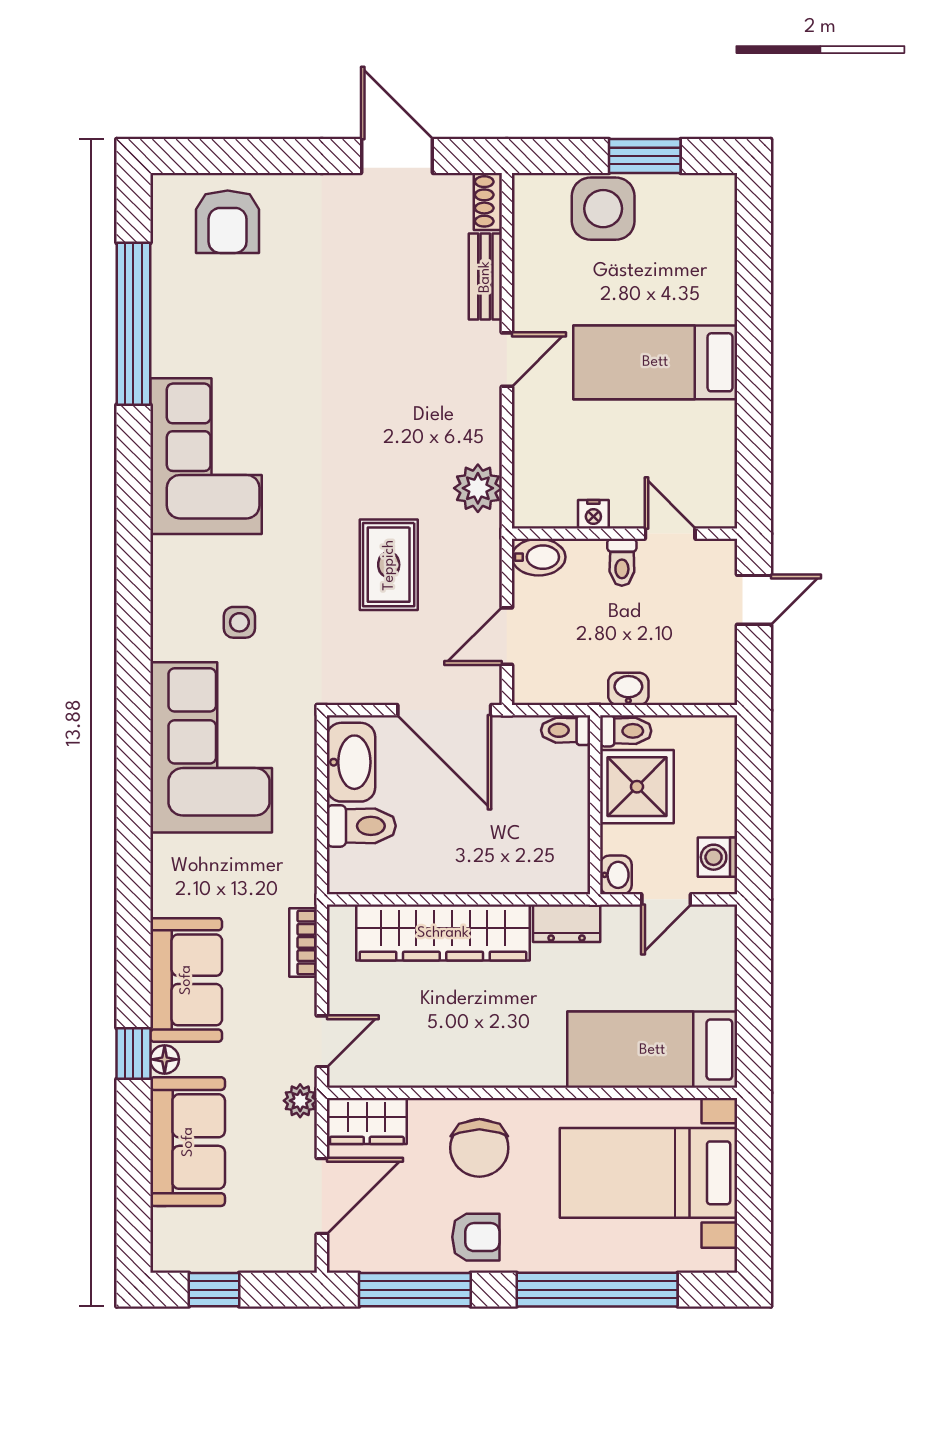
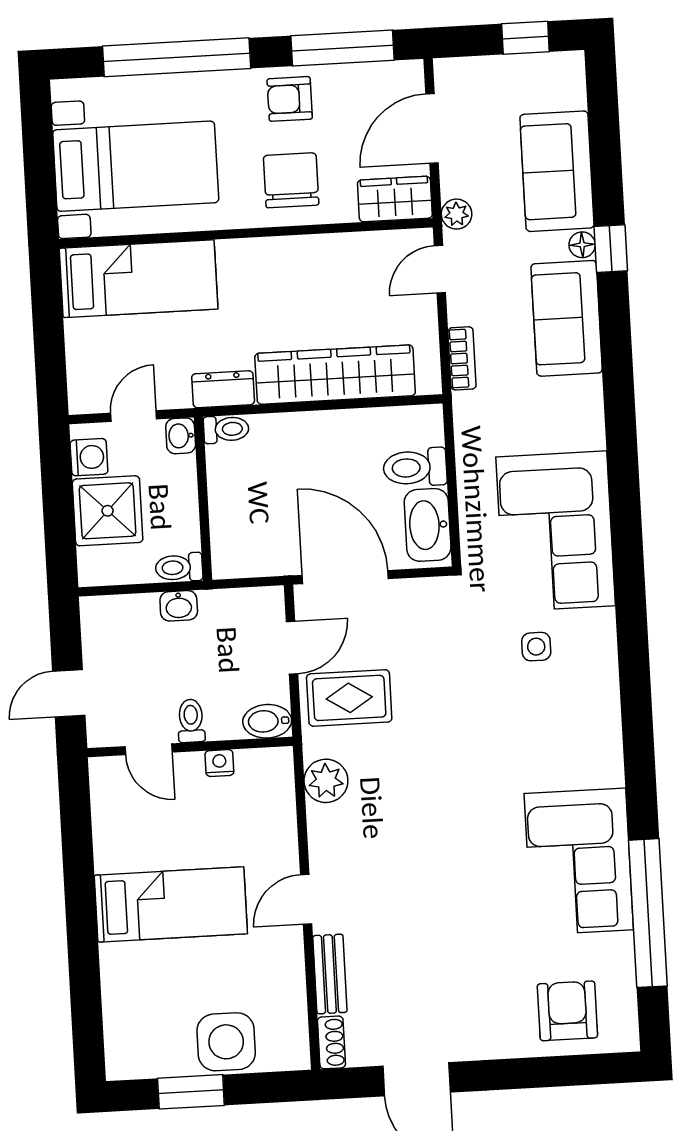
corner sofa: (206, 456) -> (579, 862), moved
rug: (389, 565) -> (349, 698), moved, turned 90
toilet: (566, 730) -> (226, 429), moved
shower: (637, 787) -> (108, 511), moved

